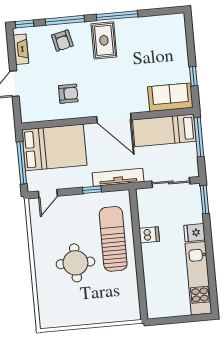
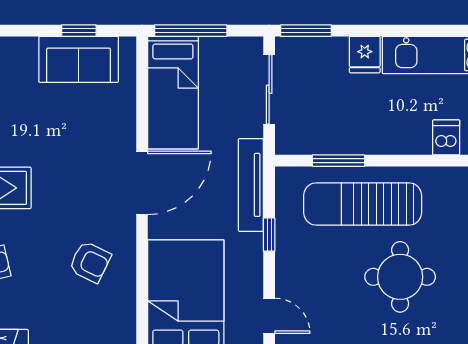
armchair: (68, 94) -> (90, 262), turned 116
sofa: (170, 97) -> (79, 59), moved, turned -90
window: (136, 224) -> (338, 161), added
dishwasher: (149, 235) -> (446, 137), moved

